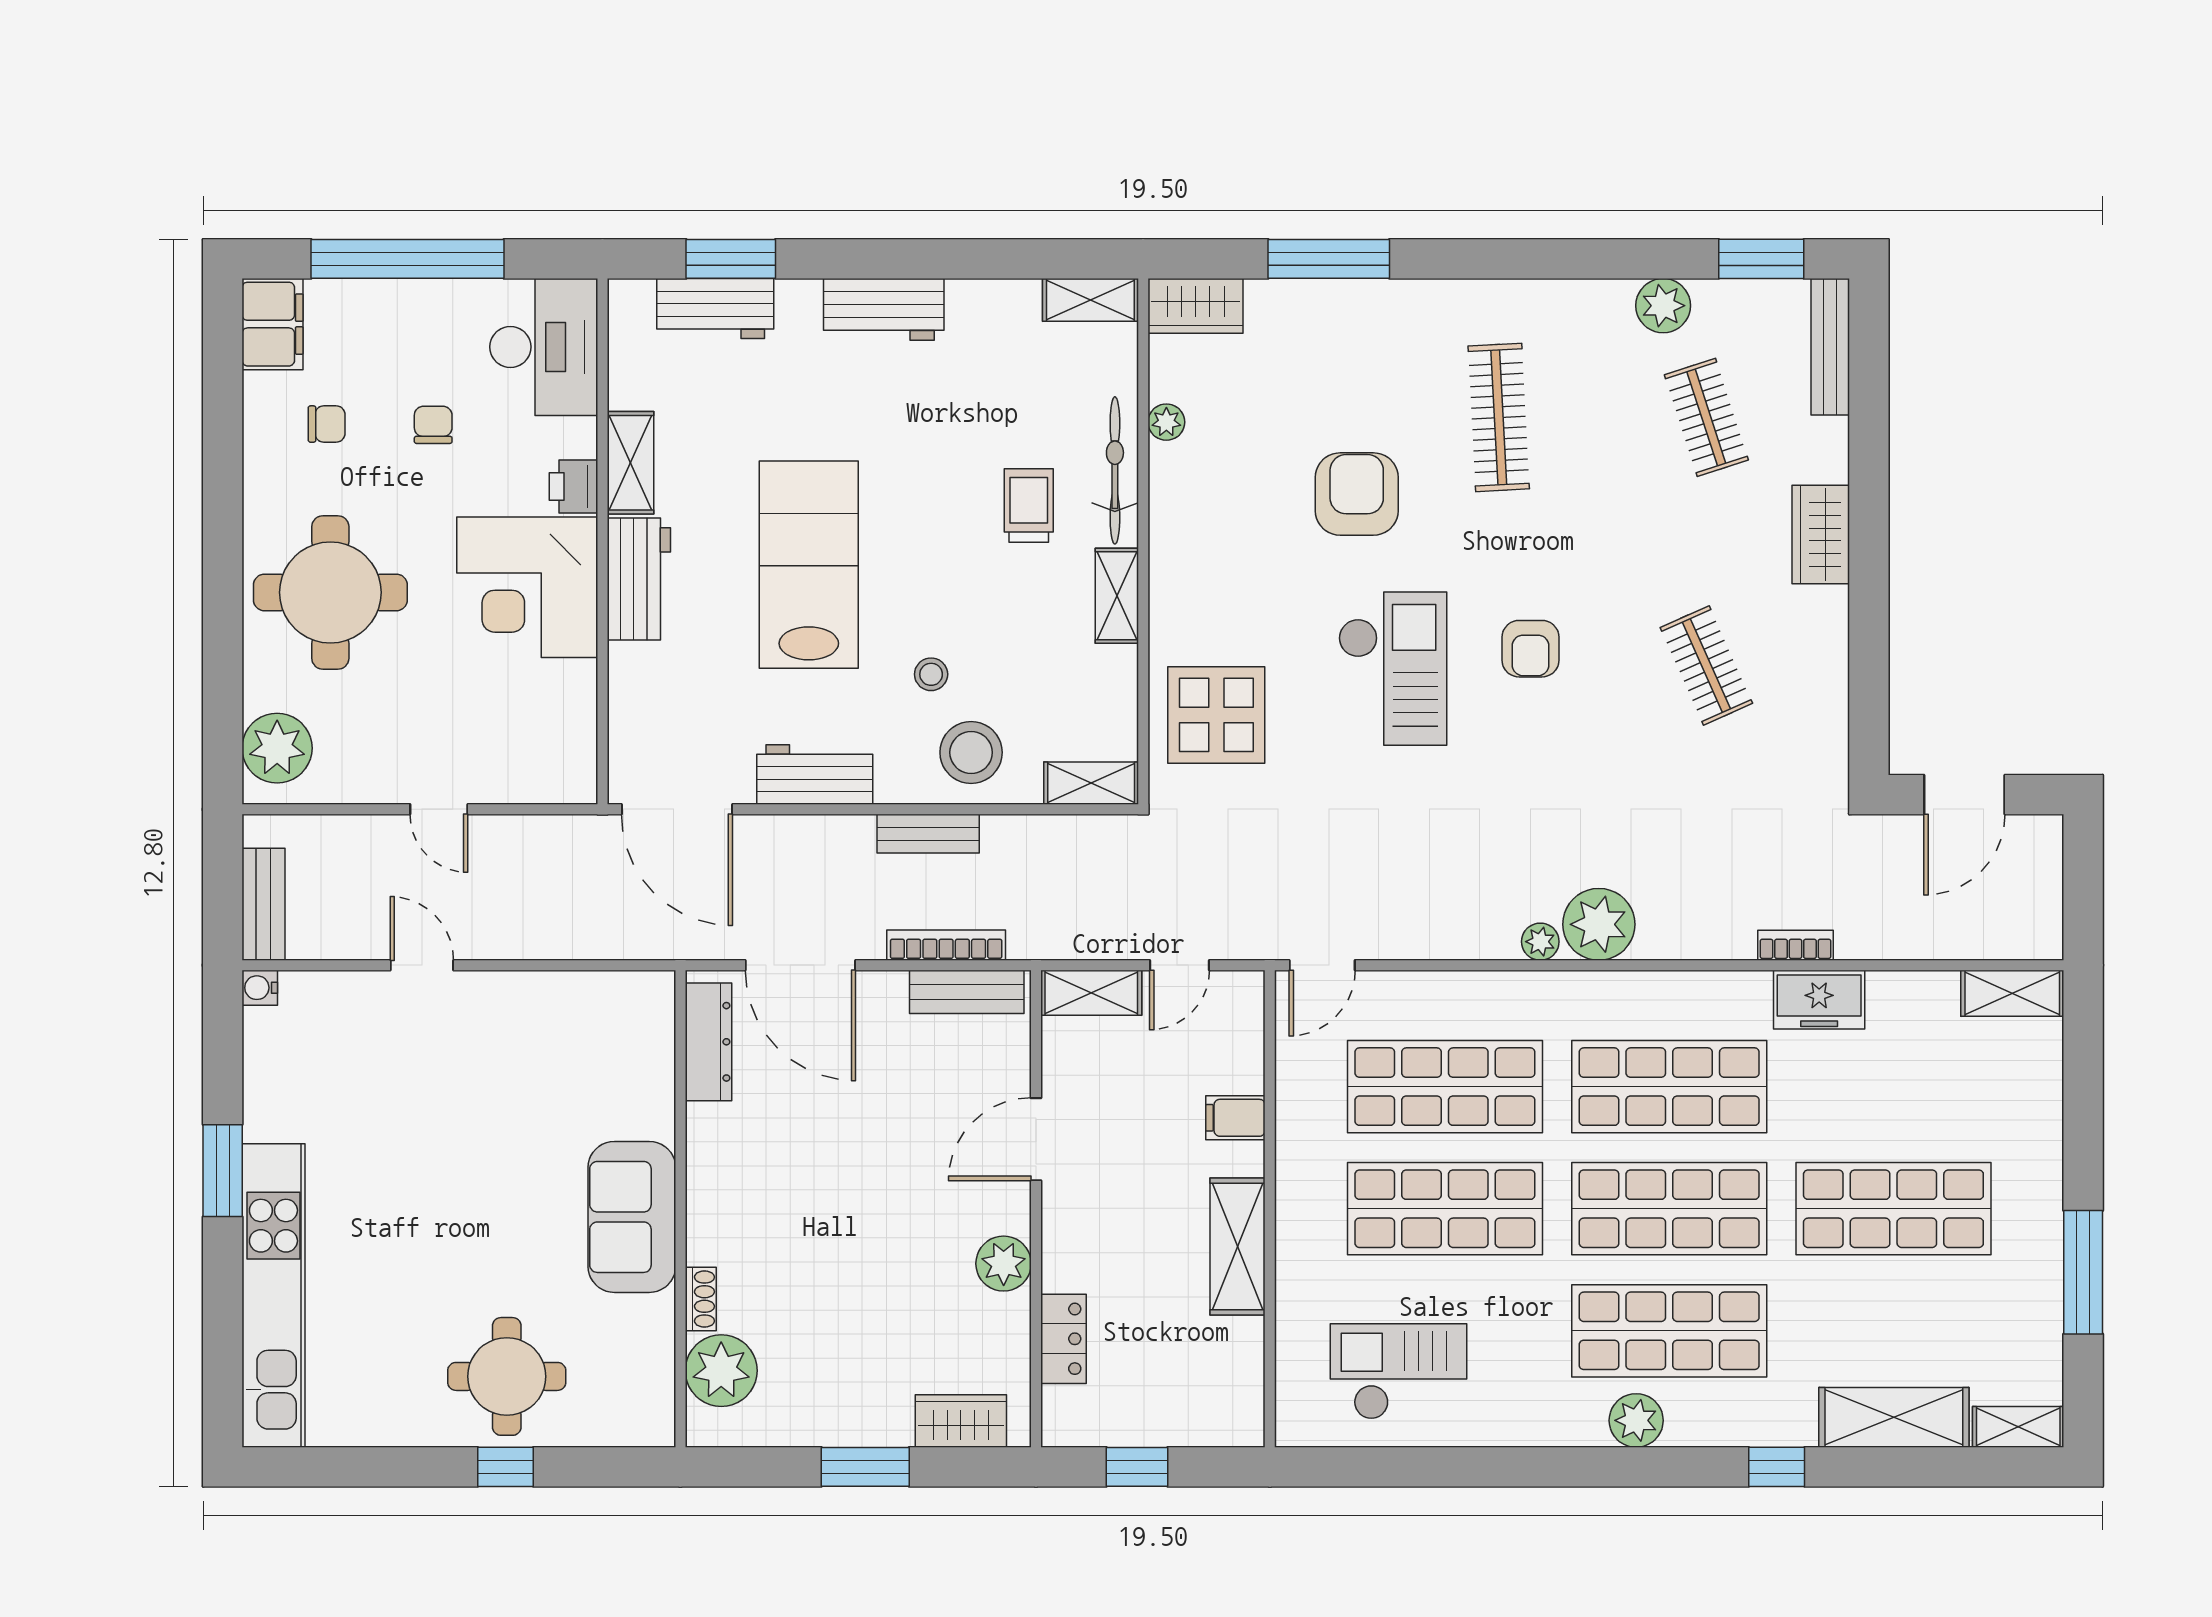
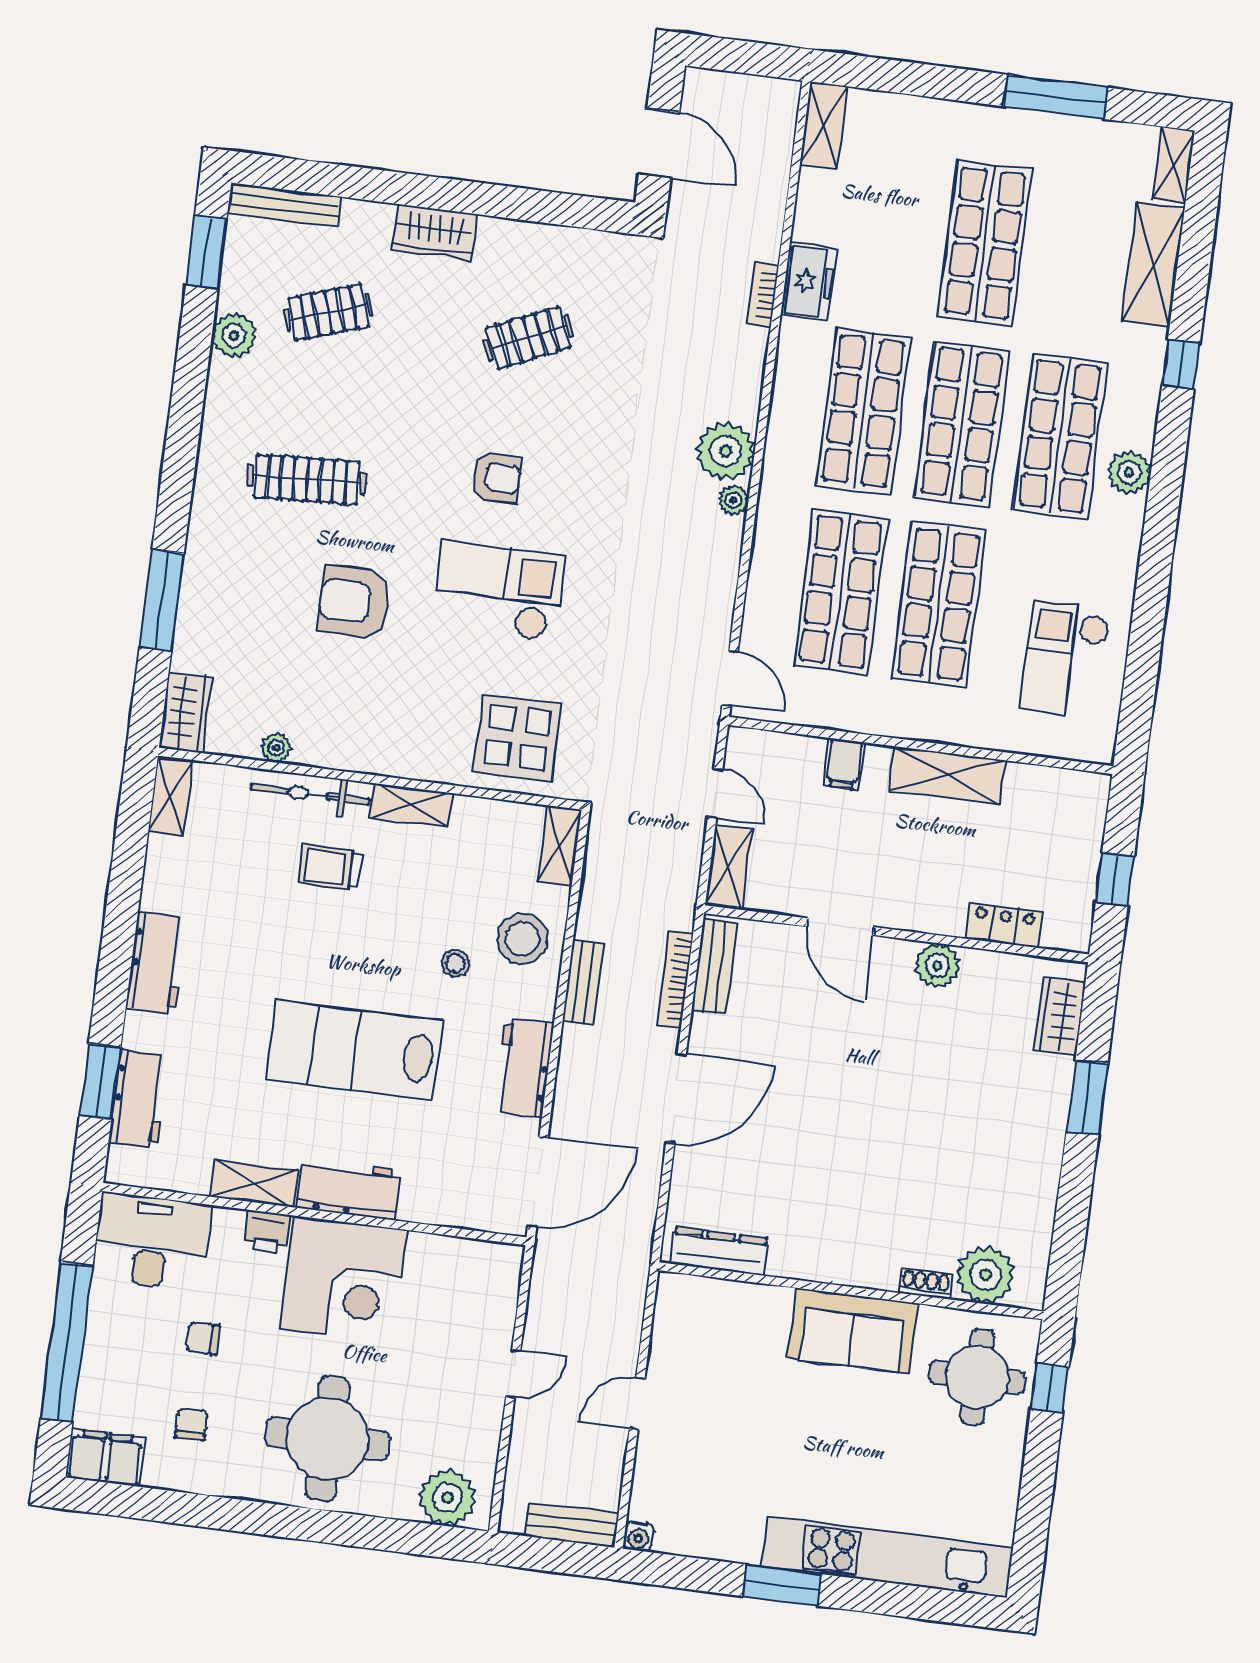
dresser: (708, 1042) -> (719, 1251), moved
wall: (680, 1209) -> (851, 1291), moved
sofa: (632, 1217) -> (852, 1331), moved
shoe rack: (701, 1299) -> (926, 1284), moved
plant: (721, 1371) -> (985, 1275), moved

